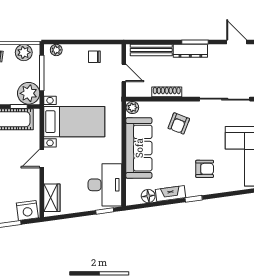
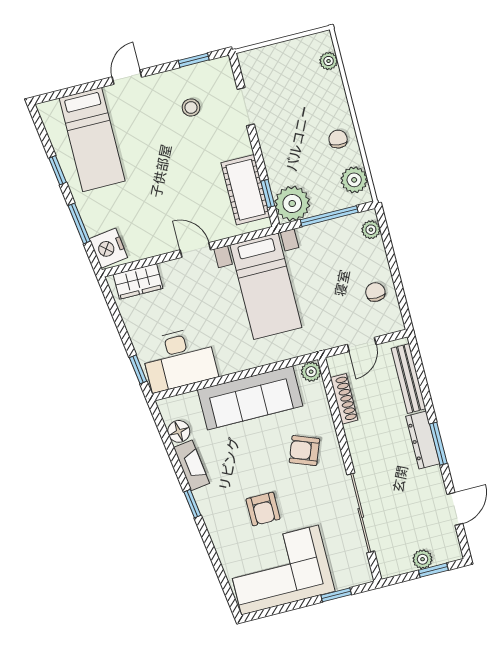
shoe rack: (167, 92) -> (344, 399), moved
armchair: (205, 169) -> (263, 509), moved

